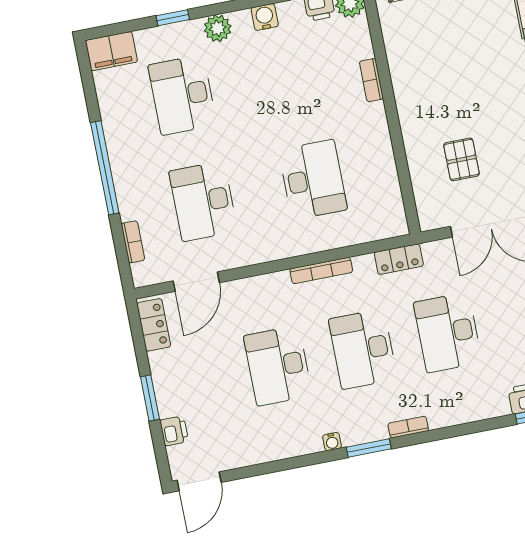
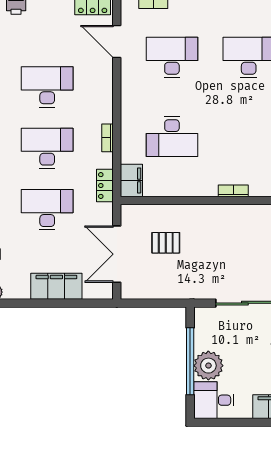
filing cabinet: (385, 224) -> (131, 180), added
bookcase: (321, 270) -> (108, 138), width x0.64

